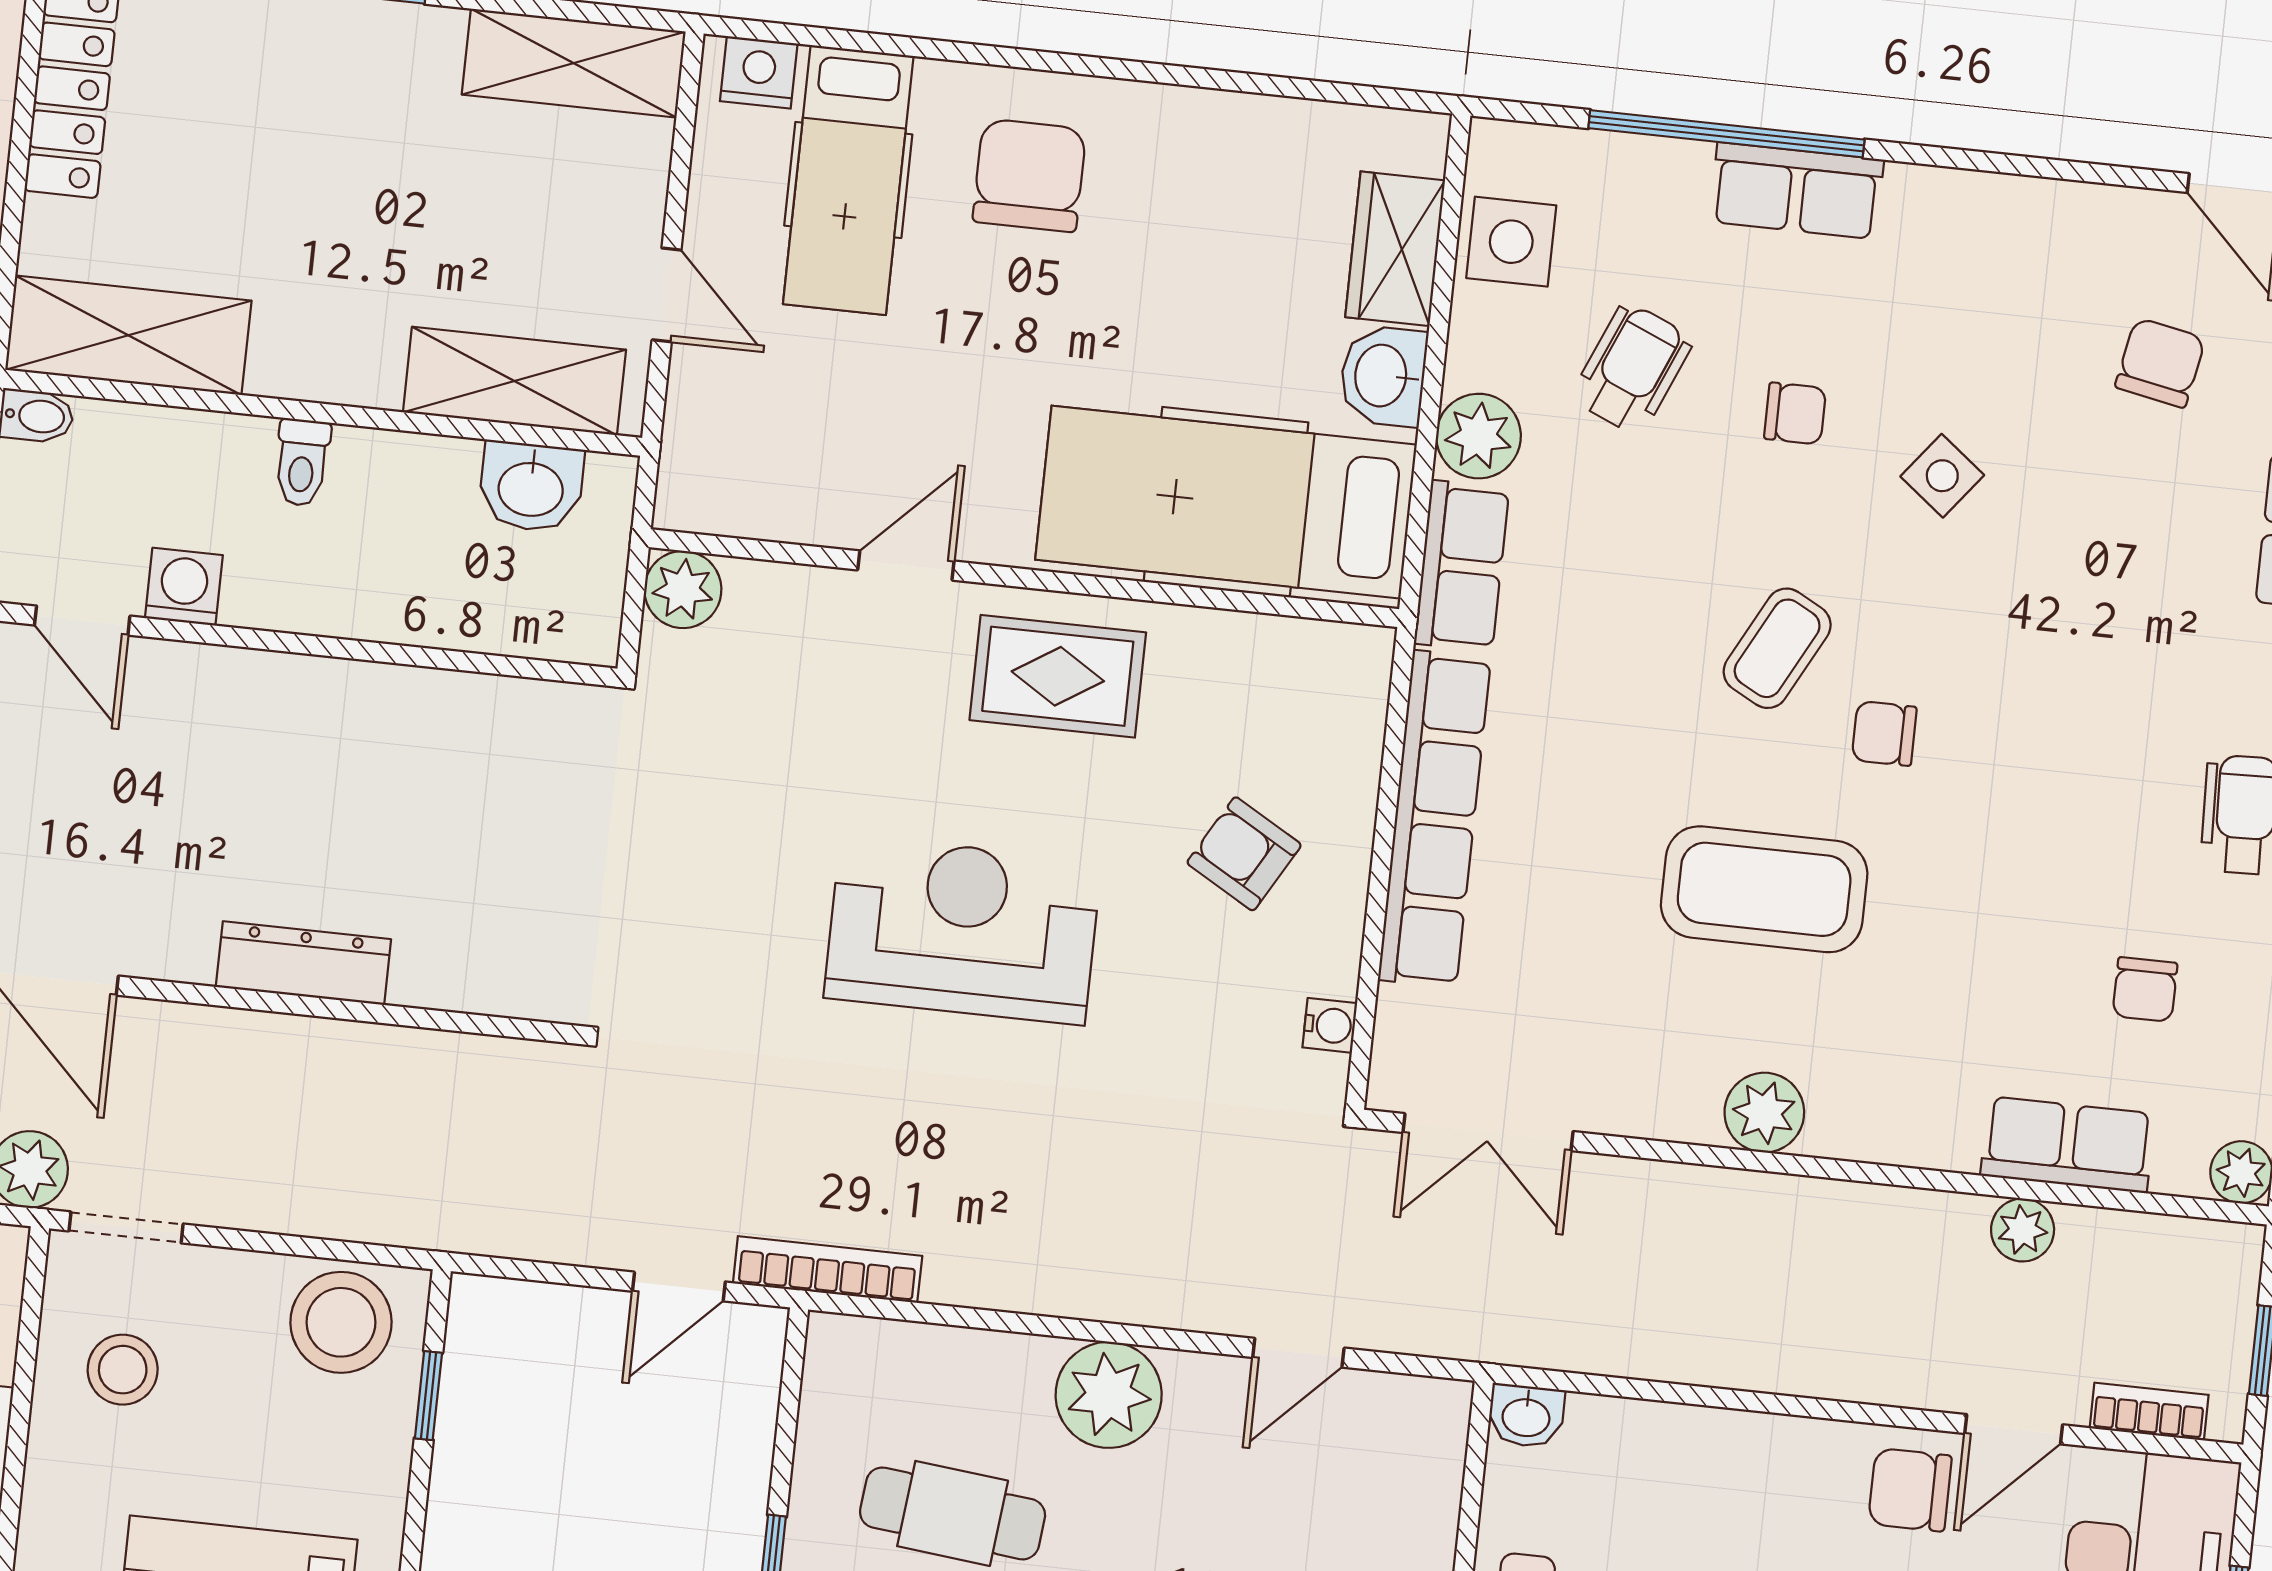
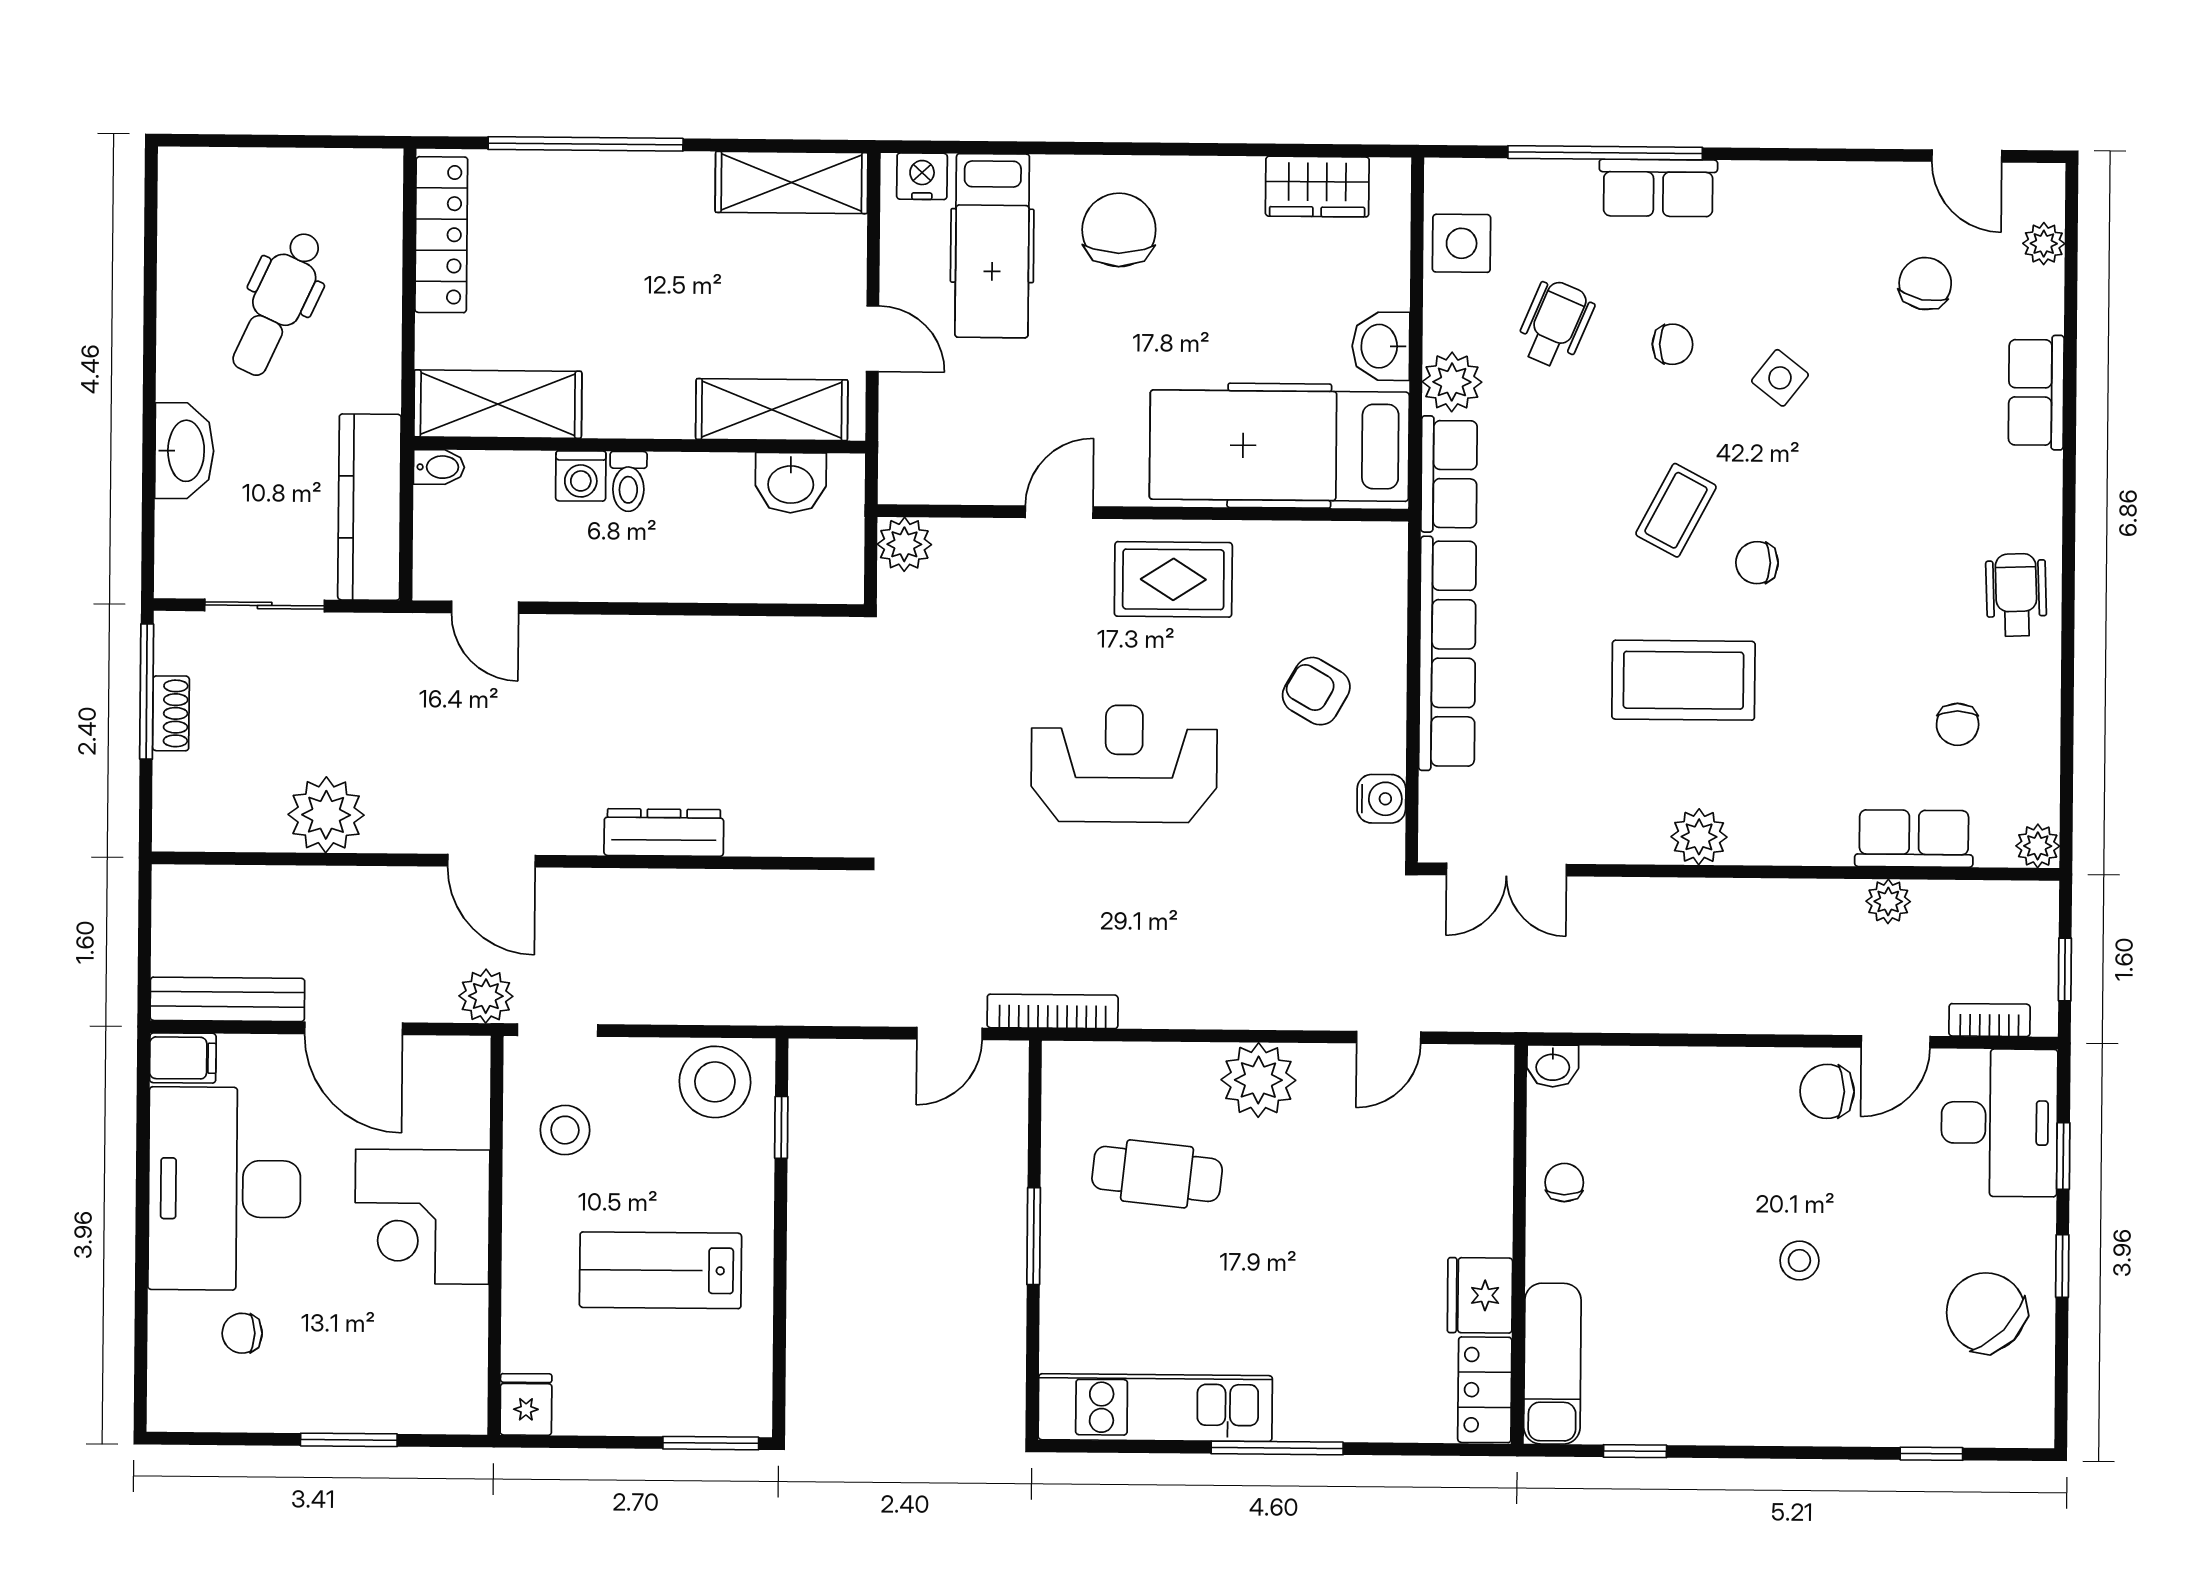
wardrobe: (1395, 249) -> (1317, 187), moved, turned -90
washing machine: (184, 587) -> (581, 476), moved, turned 180
water cooler: (1330, 1025) -> (1381, 799), width x1.38, depth x1.38

